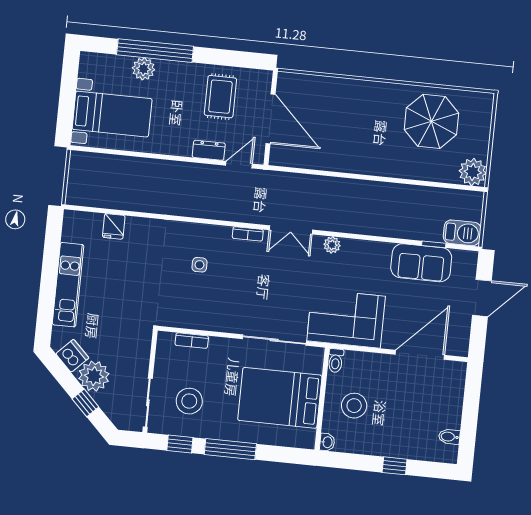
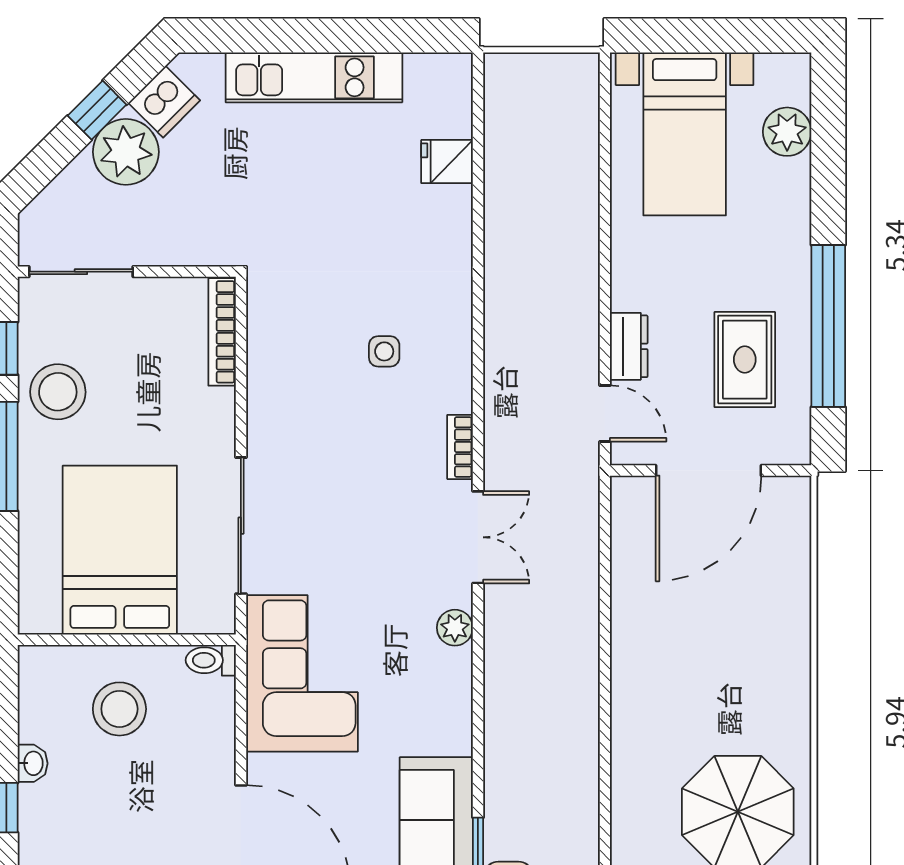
window: (155, 51) -> (828, 326), moved
plant: (144, 69) -> (787, 132), moved
rug: (220, 97) -> (745, 360), turned 90
double door: (291, 230) -> (478, 537), swing flipped
bookcase: (192, 341) -> (222, 332), width x1.56
stool: (189, 401) -> (58, 392), moved
window: (85, 403) -> (97, 110), moved
washbasin: (327, 442) -> (33, 763), moved, turned -90

